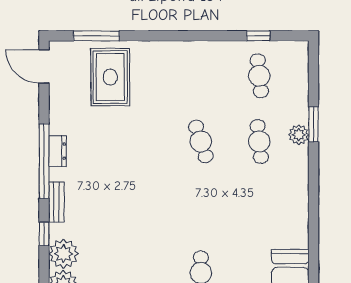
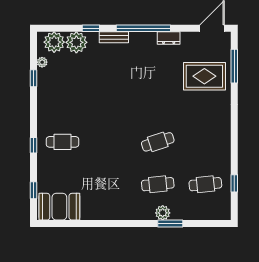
dresser: (57, 151) -> (169, 38), moved

